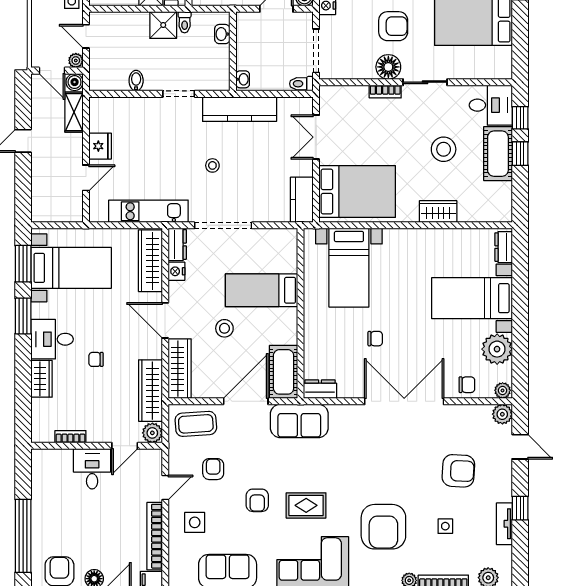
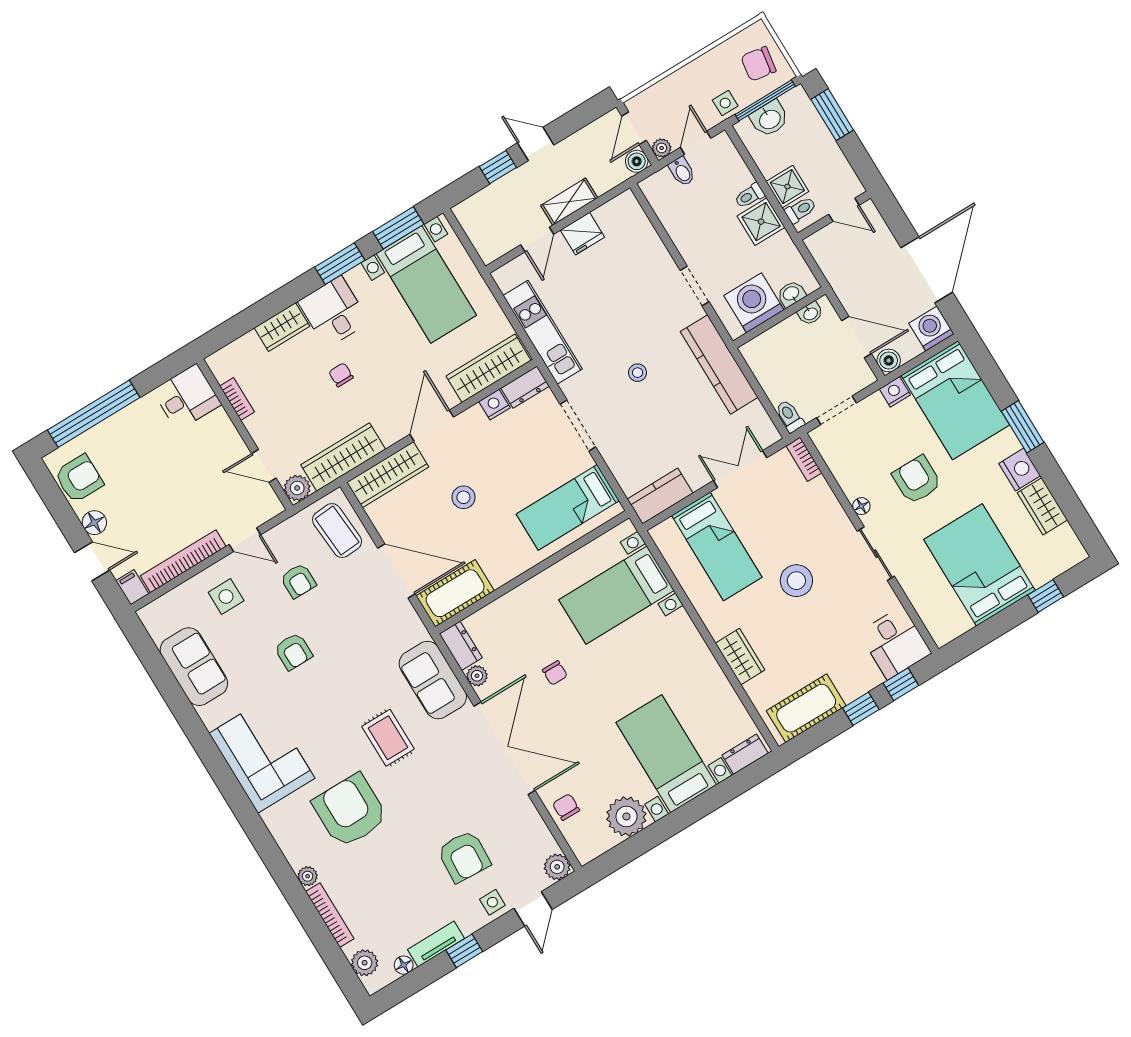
toilet: (185, 22) -> (750, 196), moved
armchair: (393, 26) -> (917, 480), turned 180
doorway: (316, 51) -> (836, 410), width x0.73
washing machine: (213, 62) -> (754, 303), added
floor lamp: (388, 67) -> (861, 506), width x0.53, depth x0.53
washbasin: (243, 79) -> (810, 313), moved
bidet: (136, 81) -> (682, 171), moved, turned 90
bookcase: (385, 92) -> (804, 459), moved
shelving: (74, 112) -> (569, 202), moved
stool: (444, 149) -> (796, 581), moved
cot: (498, 154) -> (806, 708), moved
window: (23, 175) -> (498, 167), added
door: (86, 178) -> (537, 240), hinge flipped
bed: (357, 191) -> (717, 546), width x0.67
doorway: (223, 225) -> (578, 425), width x0.73
bed: (261, 290) -> (568, 507), moved, turned -90
chair: (467, 385) -> (566, 807), turned 180
plant: (503, 390) -> (477, 676), moved
sofa: (299, 421) -> (433, 680), moved
desk: (92, 469) -> (187, 397), moved
armchair: (213, 469) -> (298, 581), turned 90
armchair: (257, 500) -> (293, 652), turned -90
rug: (306, 505) -> (388, 738), moved
side table: (445, 526) -> (492, 902), moved
armchair: (383, 527) -> (350, 811), turned 90
floor lamp: (505, 553) -> (404, 965), added

